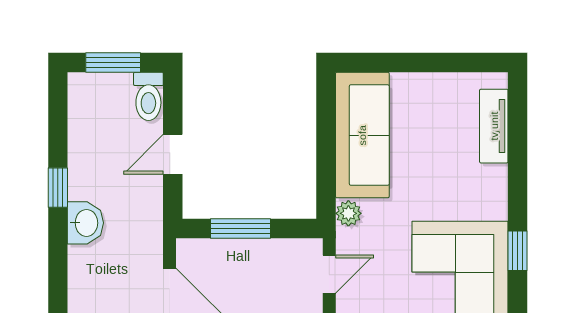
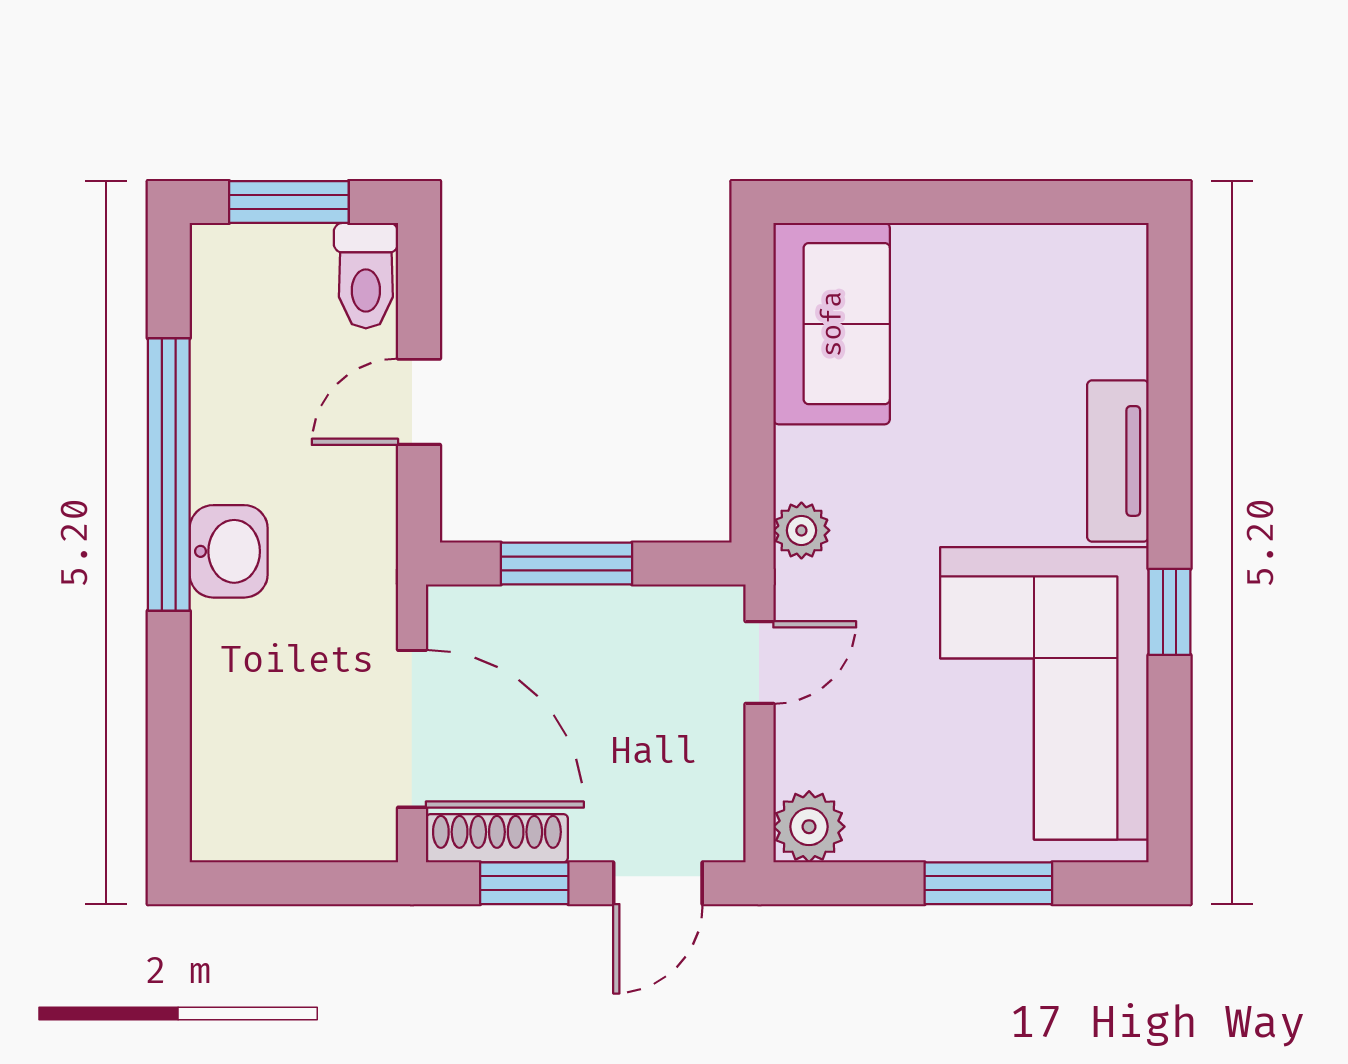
tv unit: (494, 126) -> (1118, 461), moved
sofa: (362, 135) -> (832, 324), width x0.73
window: (58, 188) -> (169, 475), width x3.17

